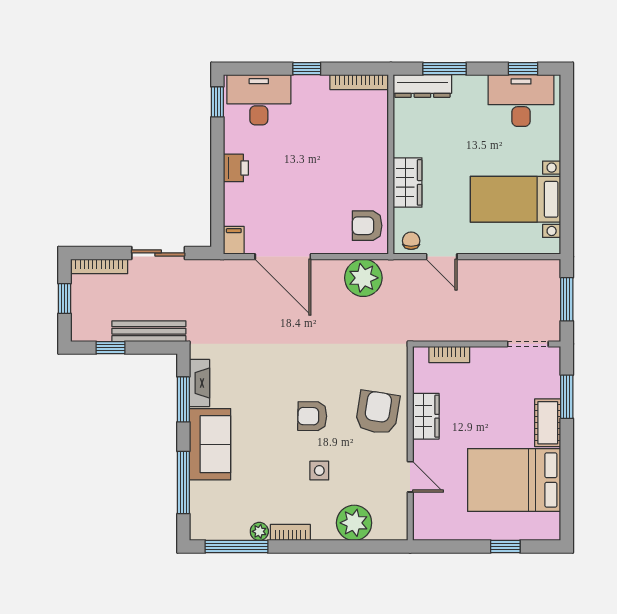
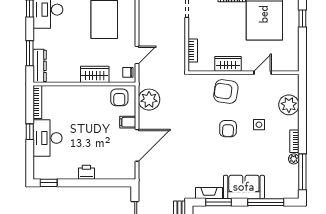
desk: (259, 100) -> (48, 138), moved
filing cabinet: (234, 240) -> (128, 122), moved

